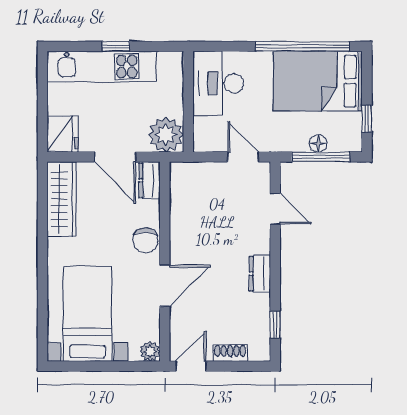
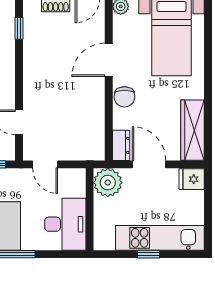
fridge: (63, 134) -> (192, 179), width x0.72
chair: (145, 240) -> (124, 97), turned 180
dresser: (260, 274) -> (31, 70), removed

